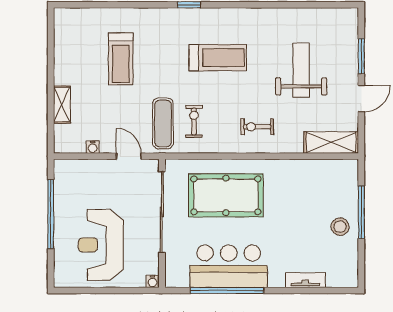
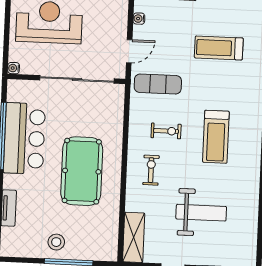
exercise bike: (194, 121) -> (166, 131), moved
pool table: (226, 195) -> (82, 171), moved

